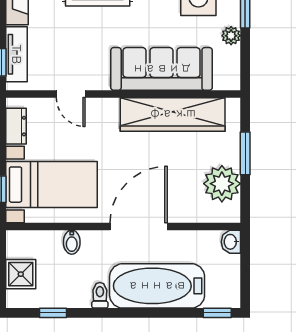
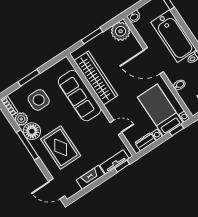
plant: (231, 36) -> (46, 75), removed
door: (71, 94) -> (116, 127), hinge flipped
plant: (222, 184) -> (121, 31), moved

